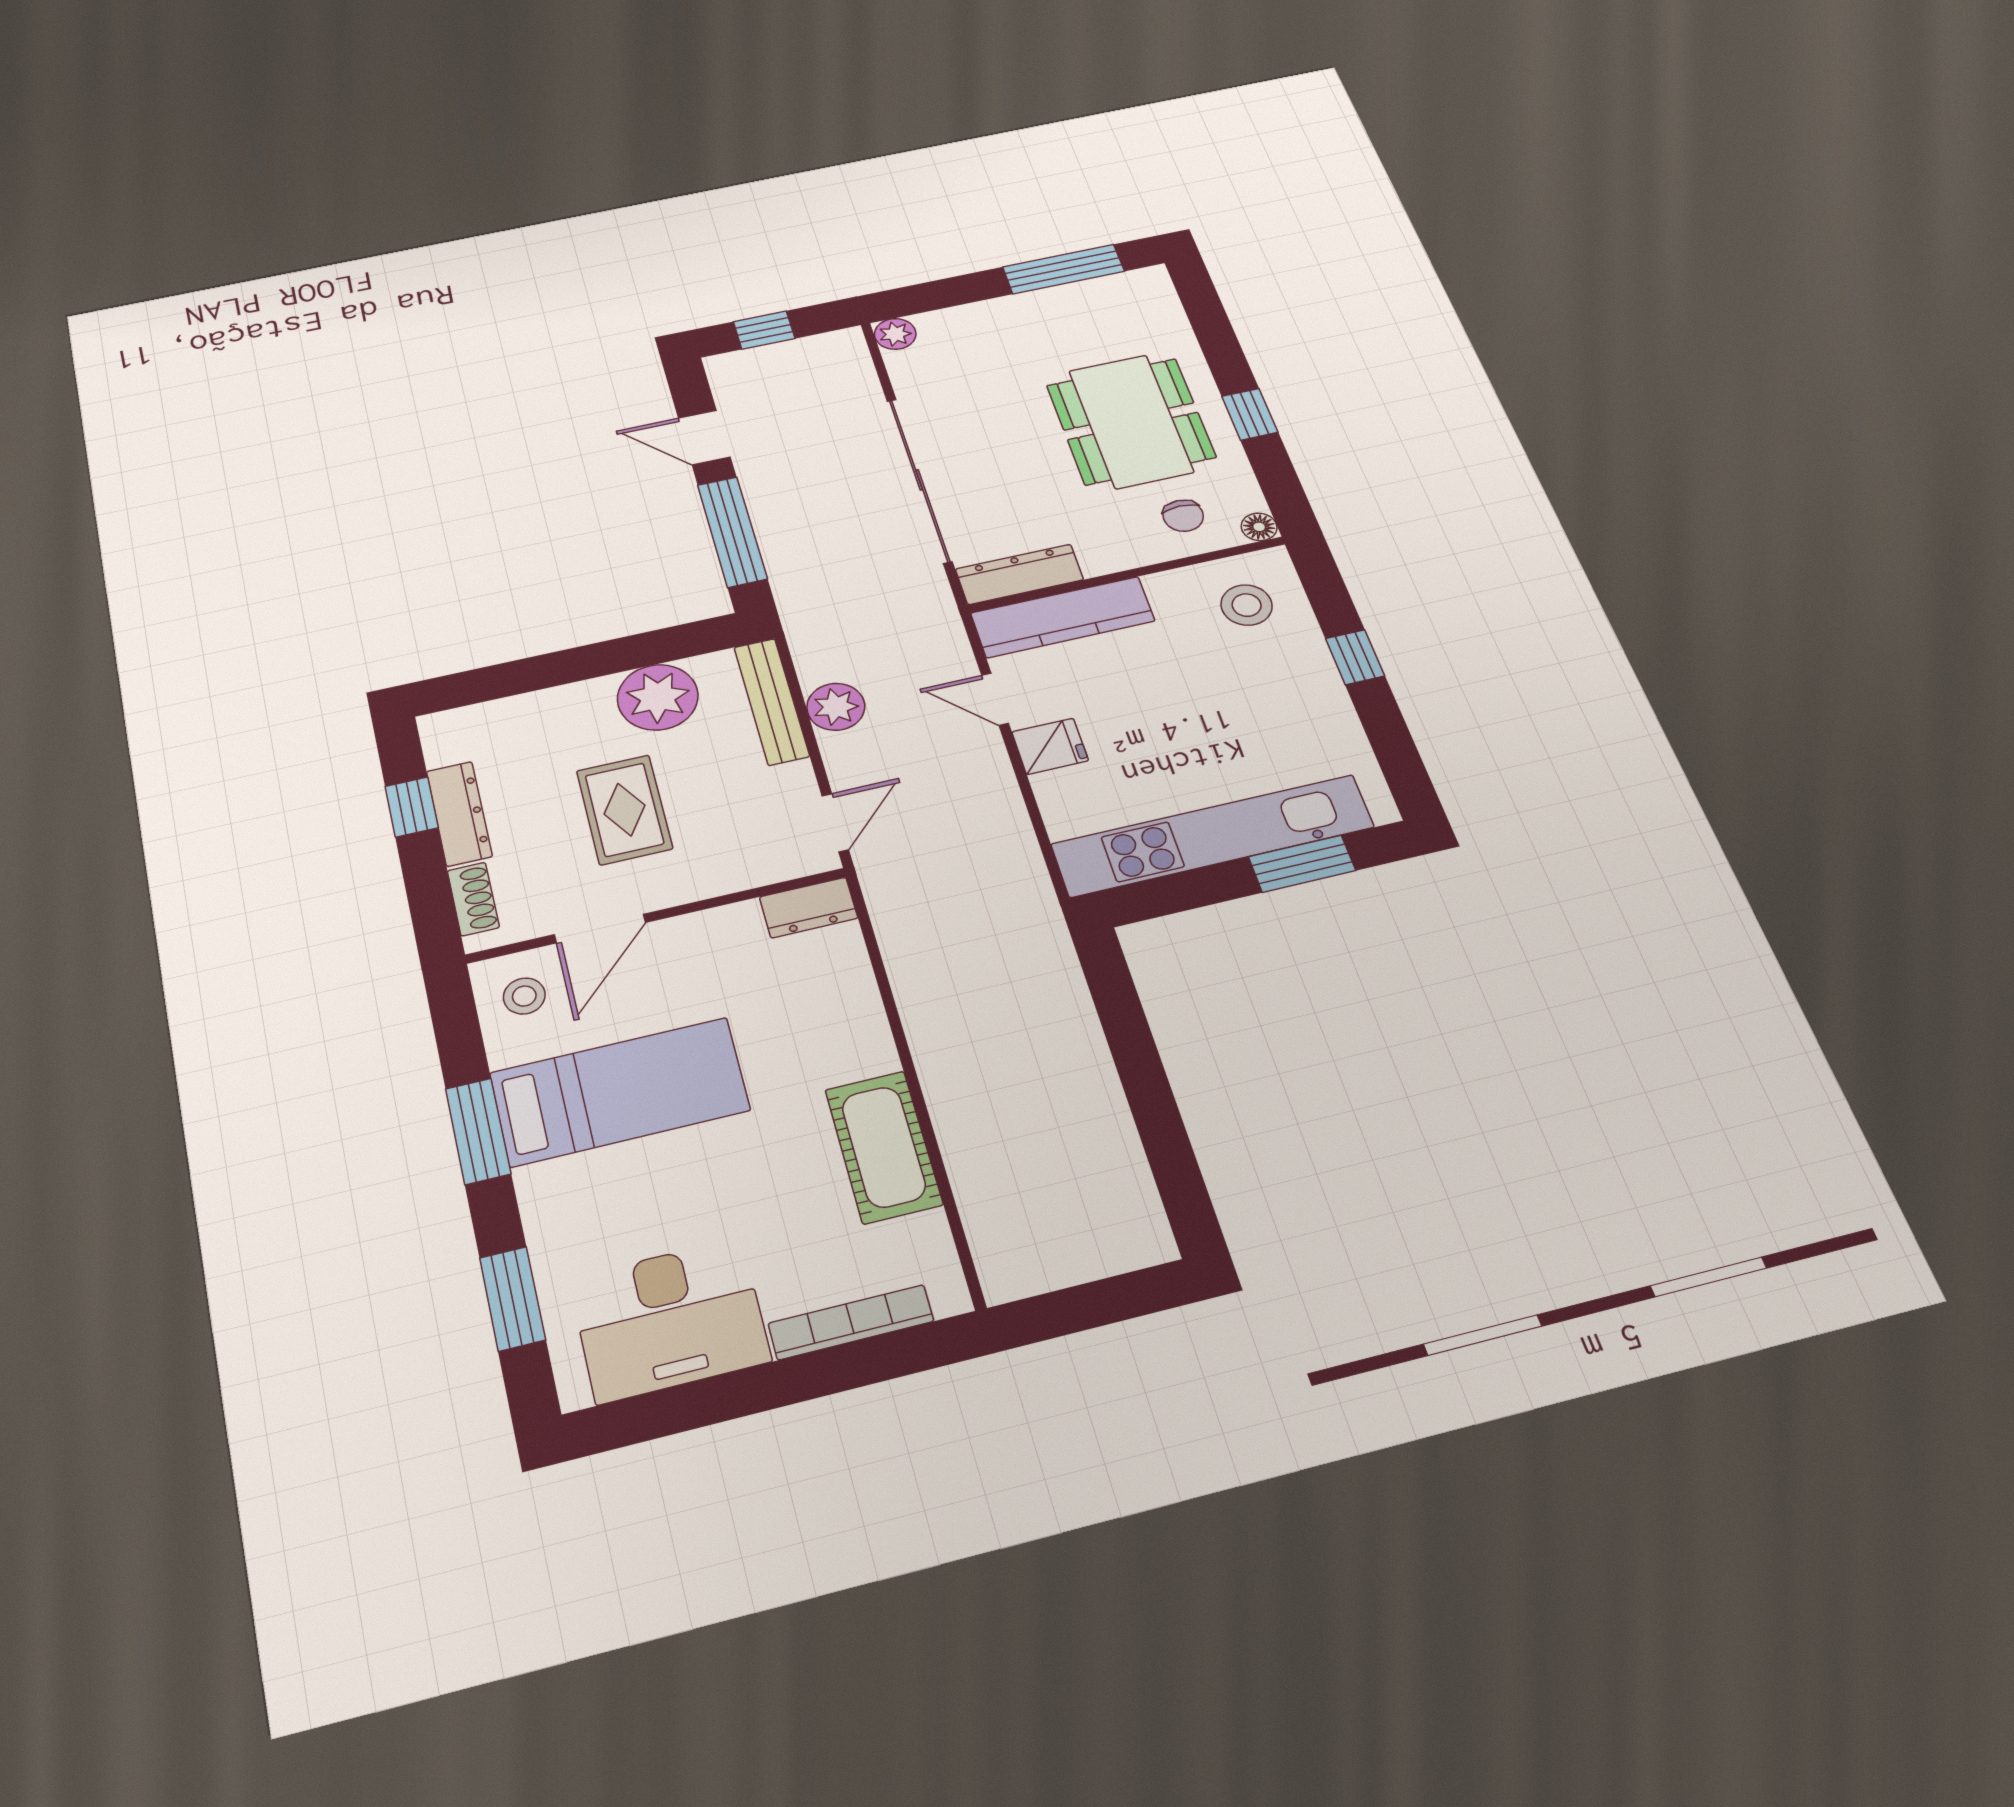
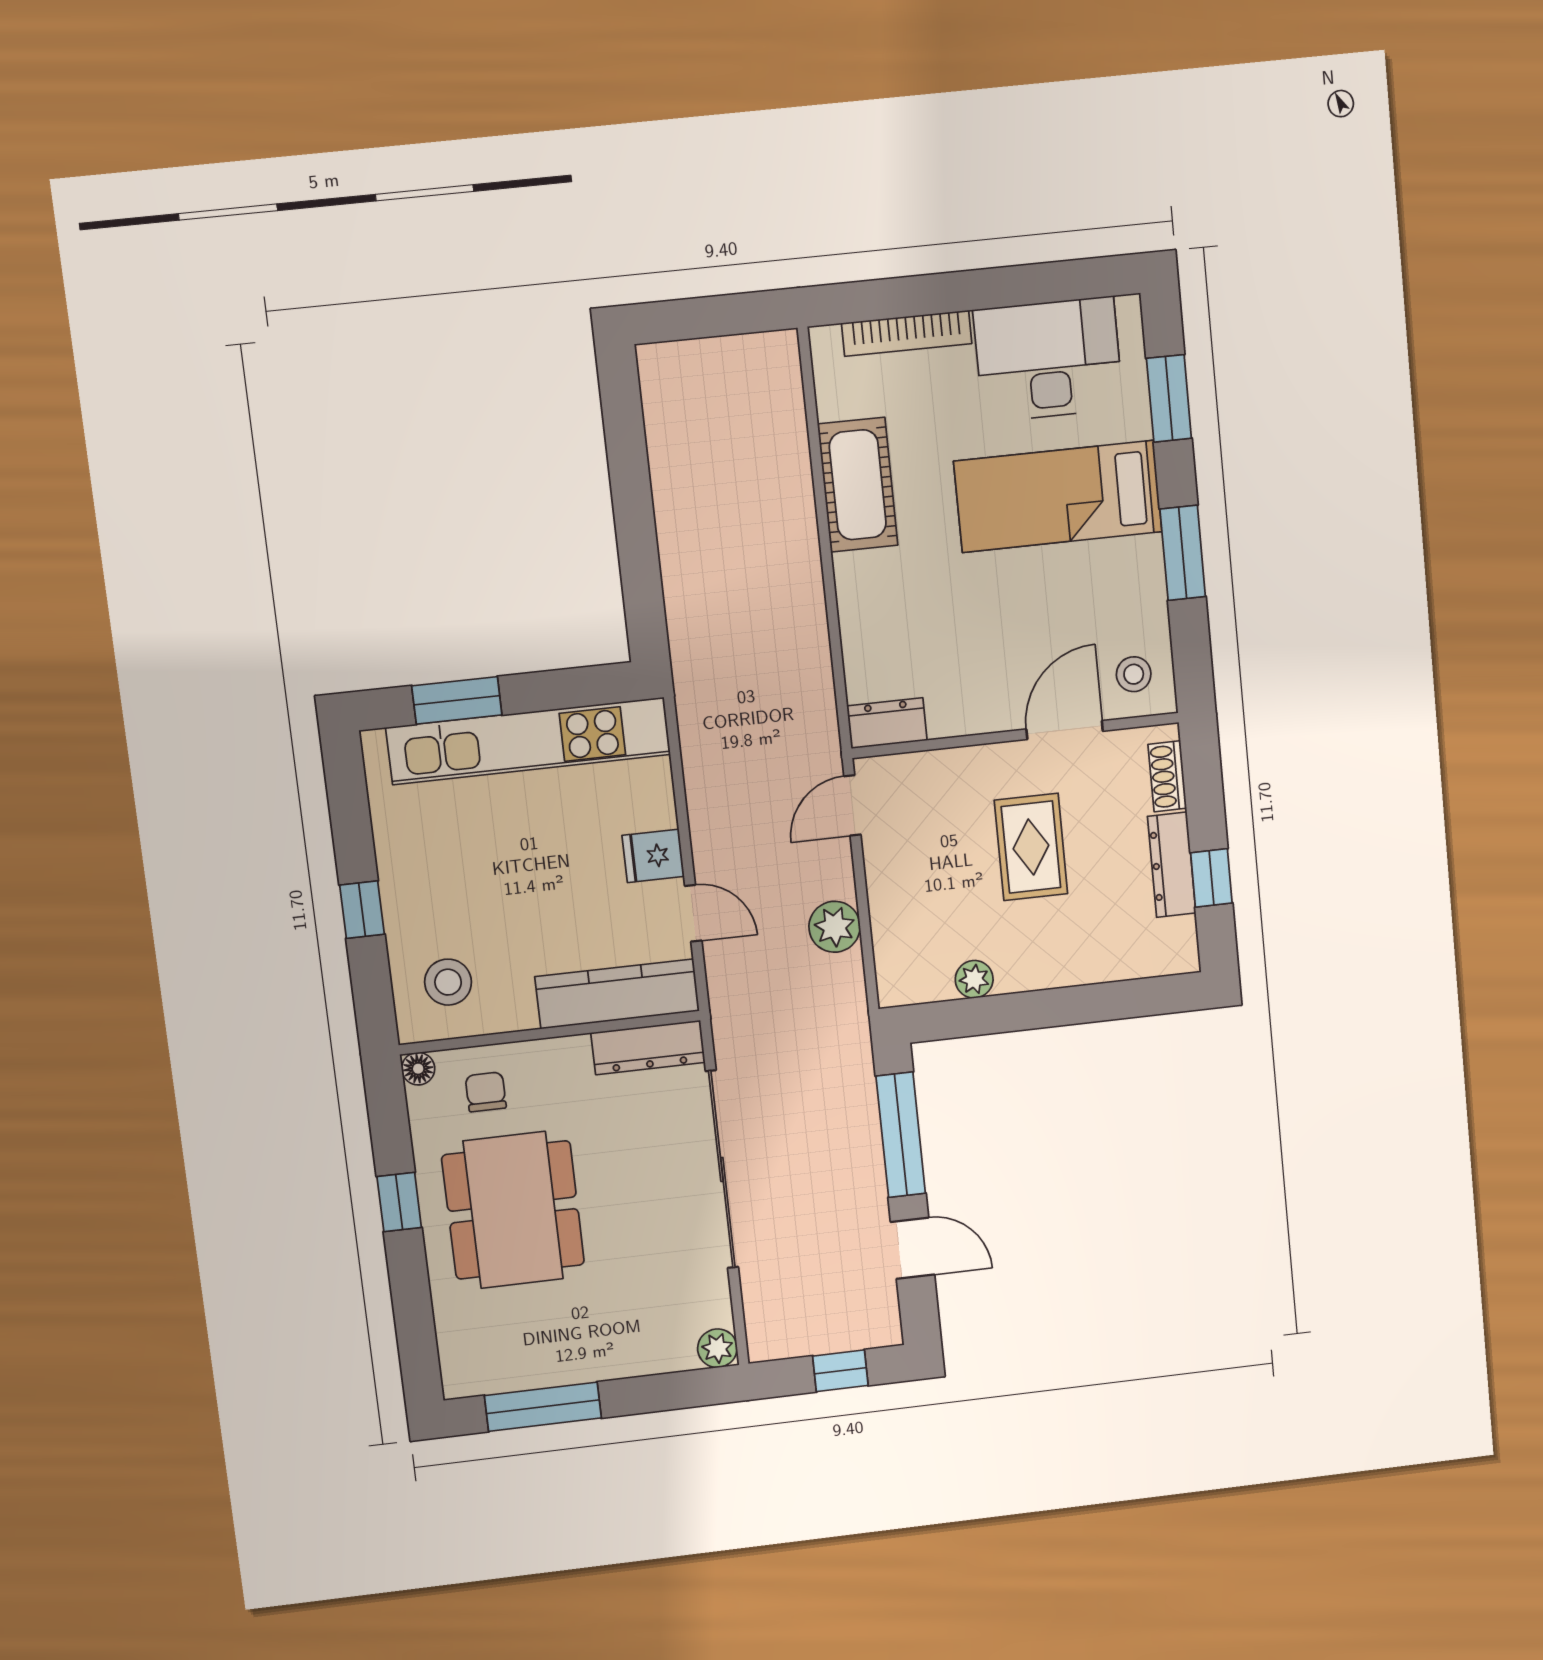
plant: (658, 697) -> (974, 979), width x0.53, depth x0.53
bench: (772, 701) -> (890, 941), removed
bed: (620, 1092) -> (1058, 496), moved

